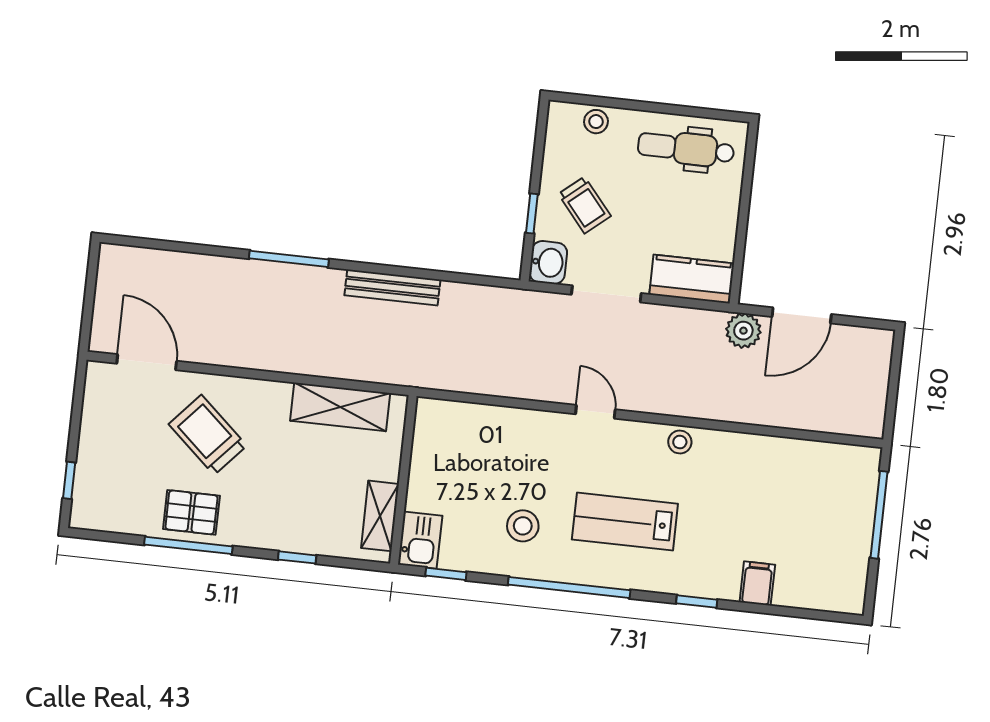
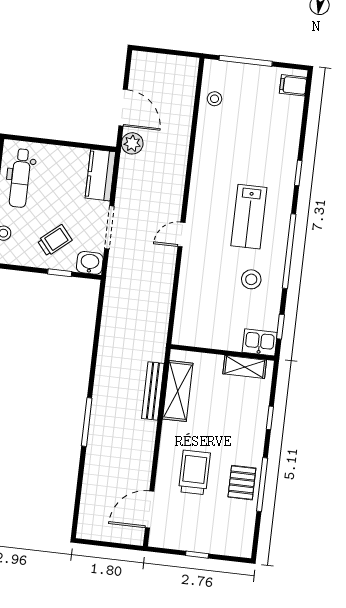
bench: (392, 287) -> (153, 391), moved
trolley: (208, 435) -> (194, 472), turned 138
stool: (680, 442) -> (215, 99), moved
window: (69, 480) -> (197, 555), moved
filing cabinet: (757, 583) -> (293, 85), moved

